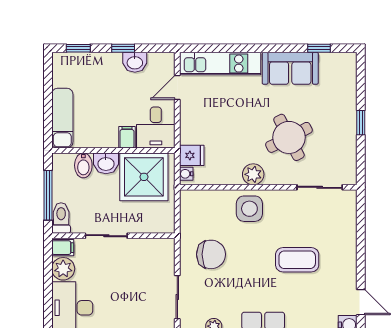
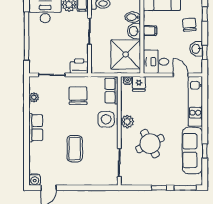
window: (123, 48) -> (205, 52), moved
window: (319, 48) -> (205, 151), moved
sofa: (290, 68) -> (192, 151), width x1.36
chair: (96, 73) -> (189, 25), added
window: (361, 80) -> (185, 188), added
filing cabinet: (127, 137) -> (150, 31), moved
row of seats: (203, 200) -> (111, 91), added
printer: (163, 253) -> (79, 66), added
chair: (211, 254) -> (78, 96), turned 180

